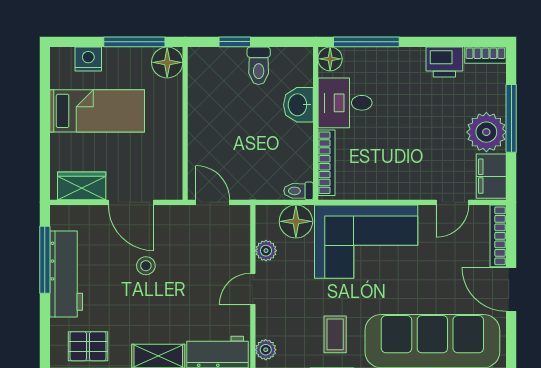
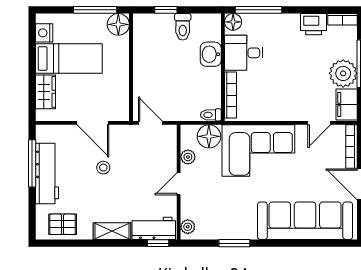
nightstand: (88, 59) -> (44, 33), moved, turned -90
wardrobe: (82, 186) -> (45, 92), moved, turned 90
coffee table: (335, 334) -> (237, 216), removed

